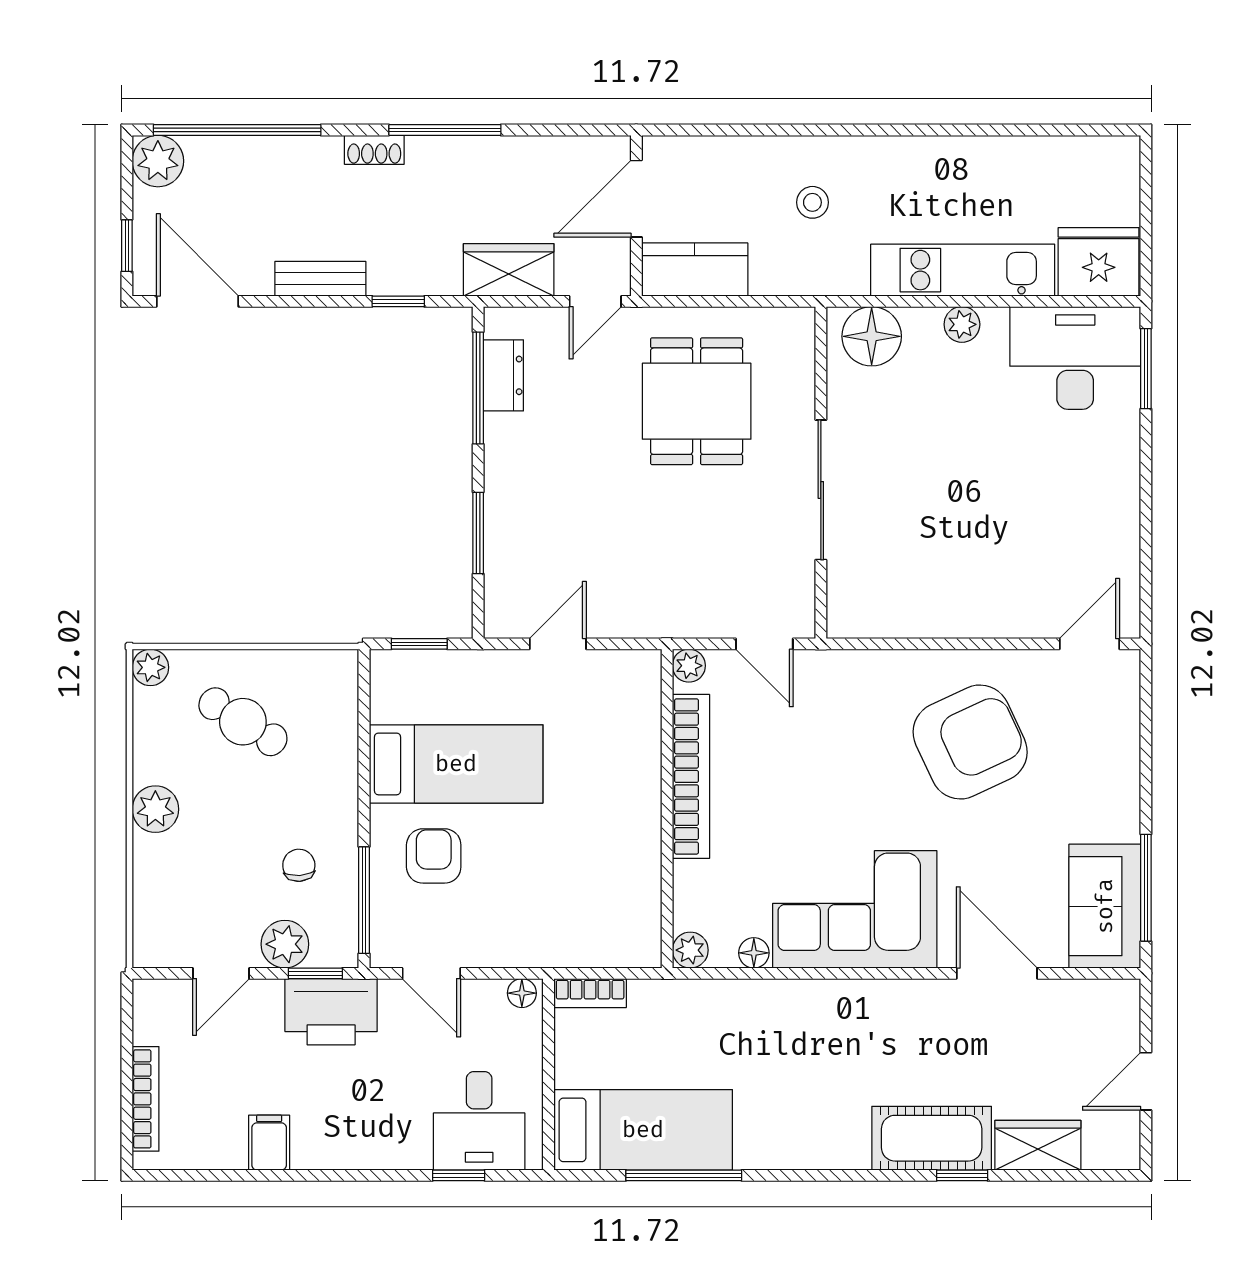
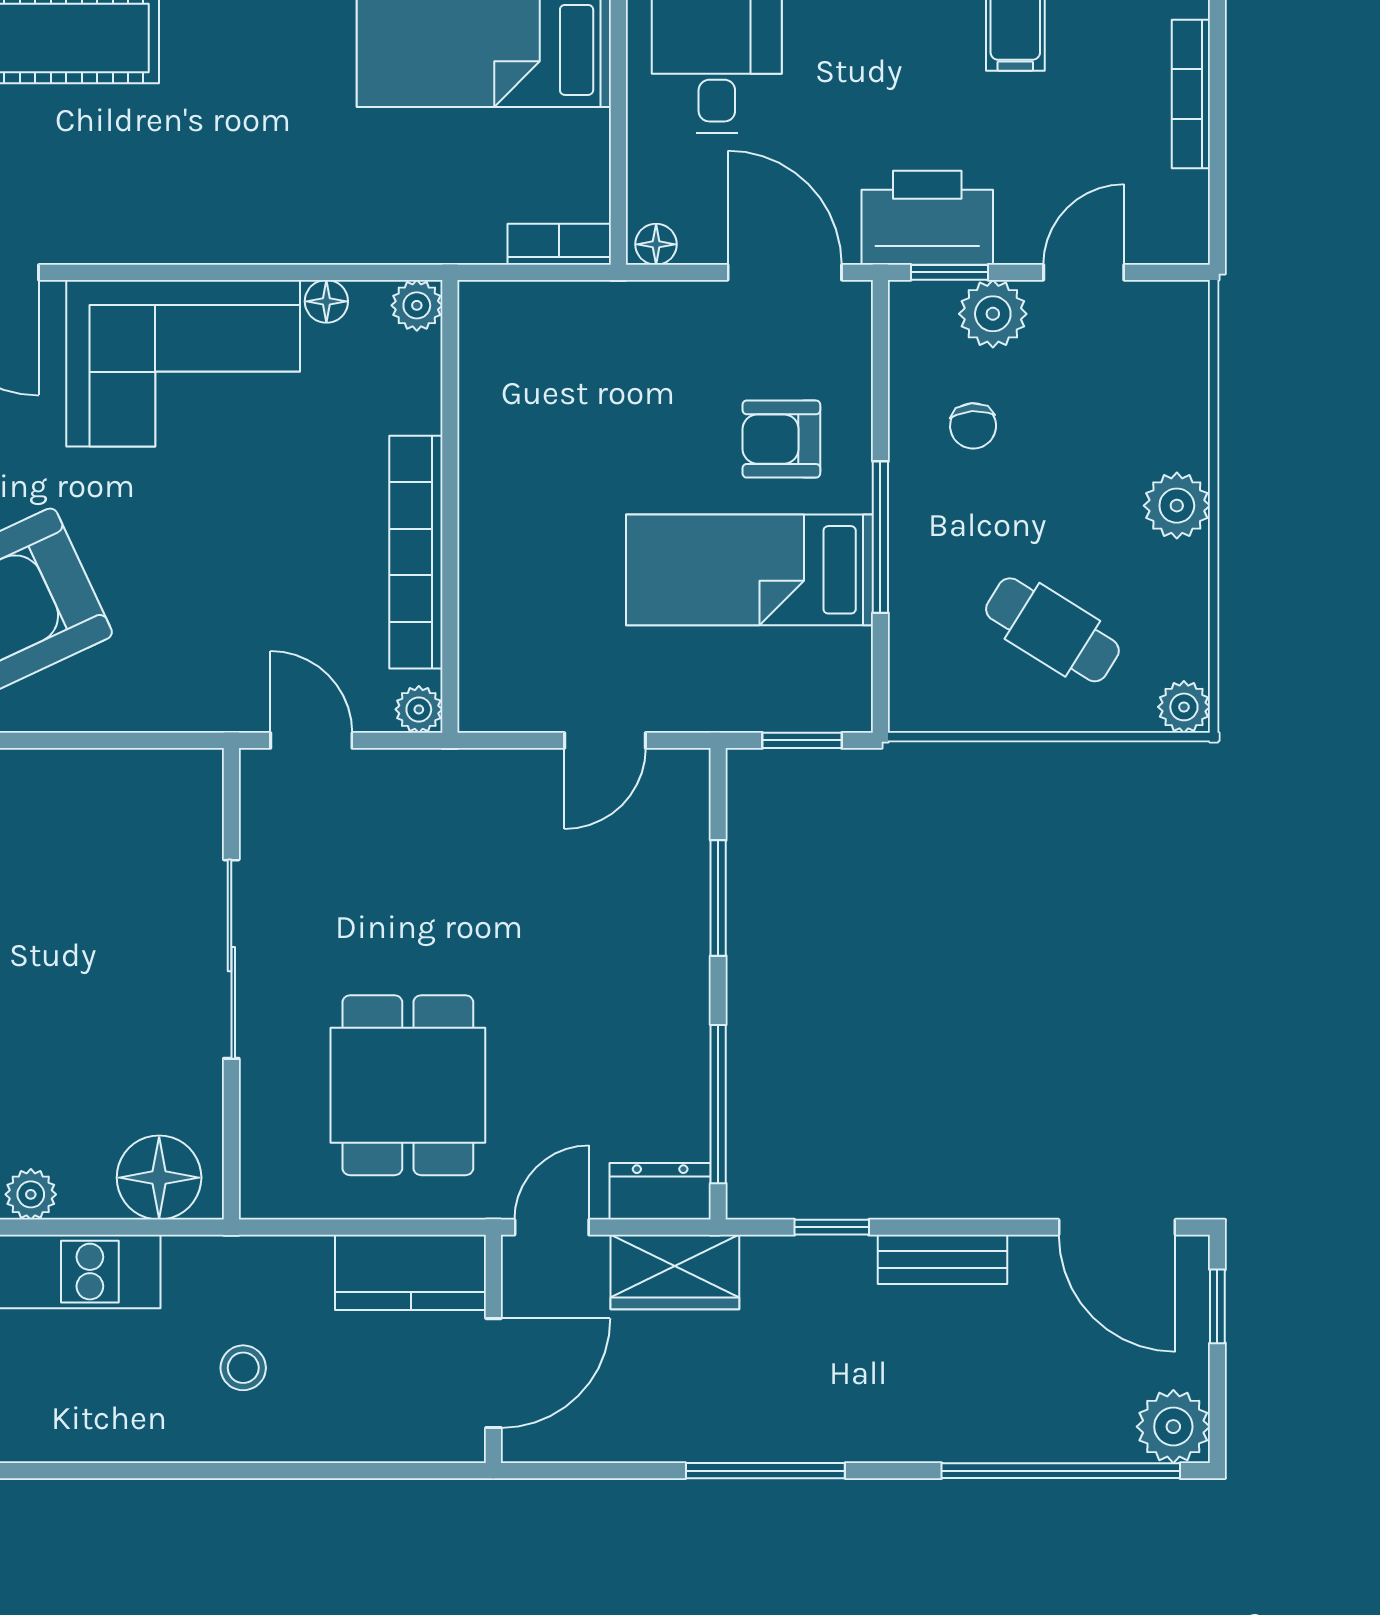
shoe rack: (374, 150) -> (866, 1443), removed
dresser: (503, 375) -> (660, 1191), moved, turned 90
armchair: (434, 856) -> (781, 439), turned 90
window: (364, 900) -> (880, 537), moved
door: (431, 973) -> (785, 272), width x1.38

